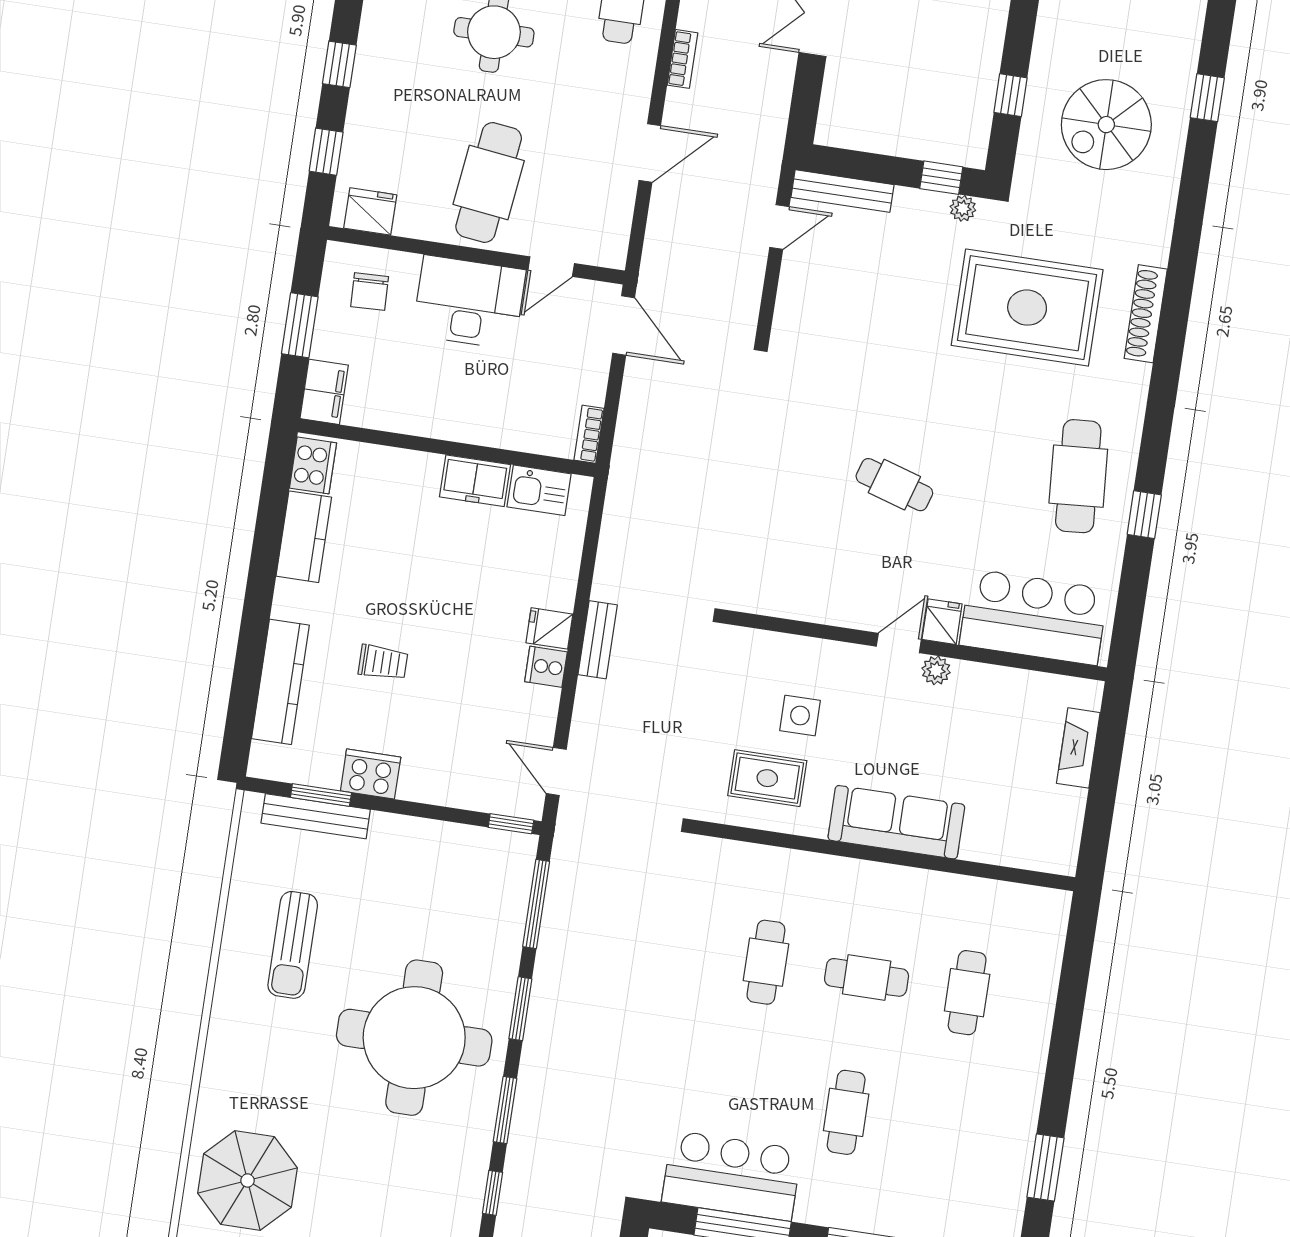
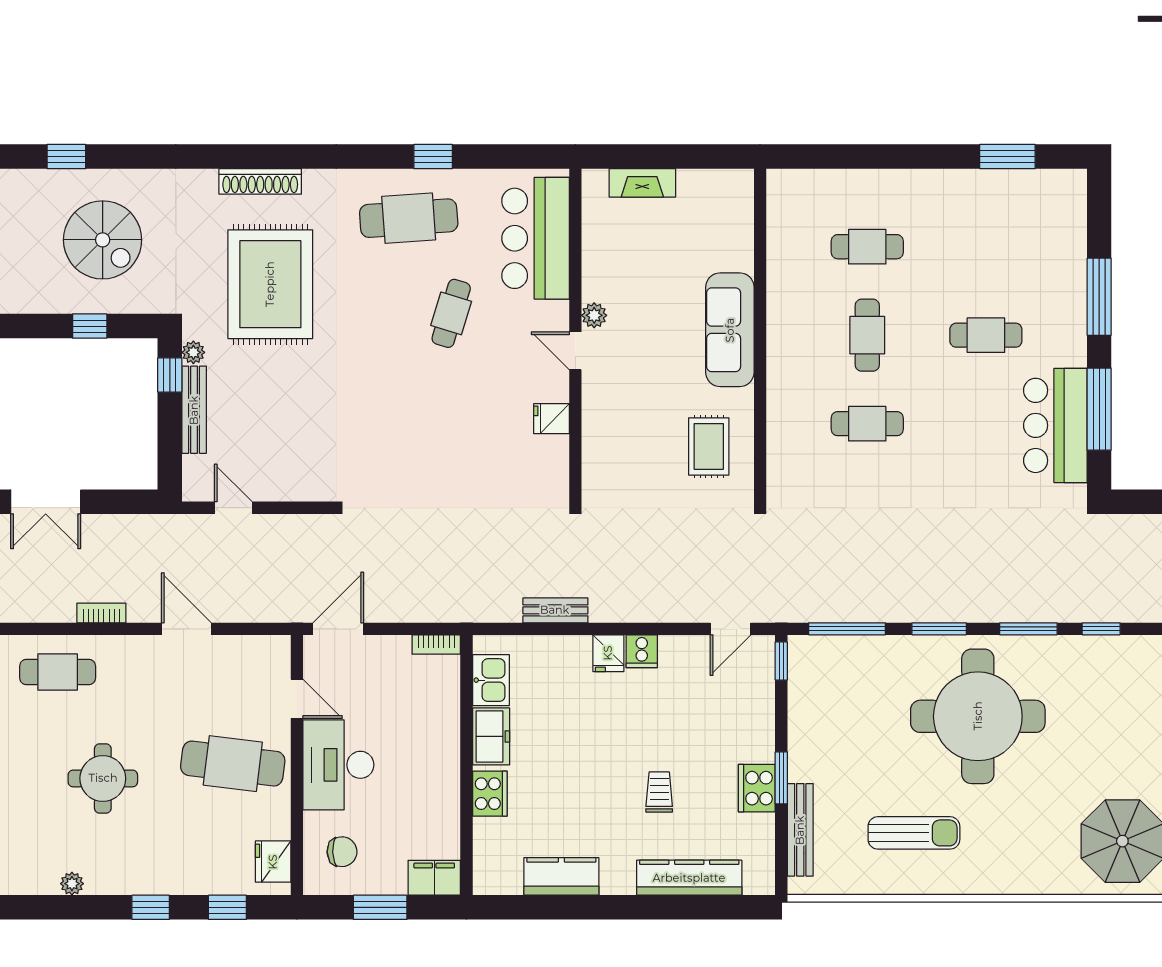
bench: (842, 191) -> (194, 410), moved
cooker: (313, 465) -> (490, 794), moved, turned 90
cafe table: (894, 485) -> (451, 313), moved
fridge: (942, 622) -> (552, 419), moved
bench: (598, 640) -> (555, 610), moved
side table: (800, 716) -> (651, 426), removed
window: (321, 795) -> (781, 778), moved

